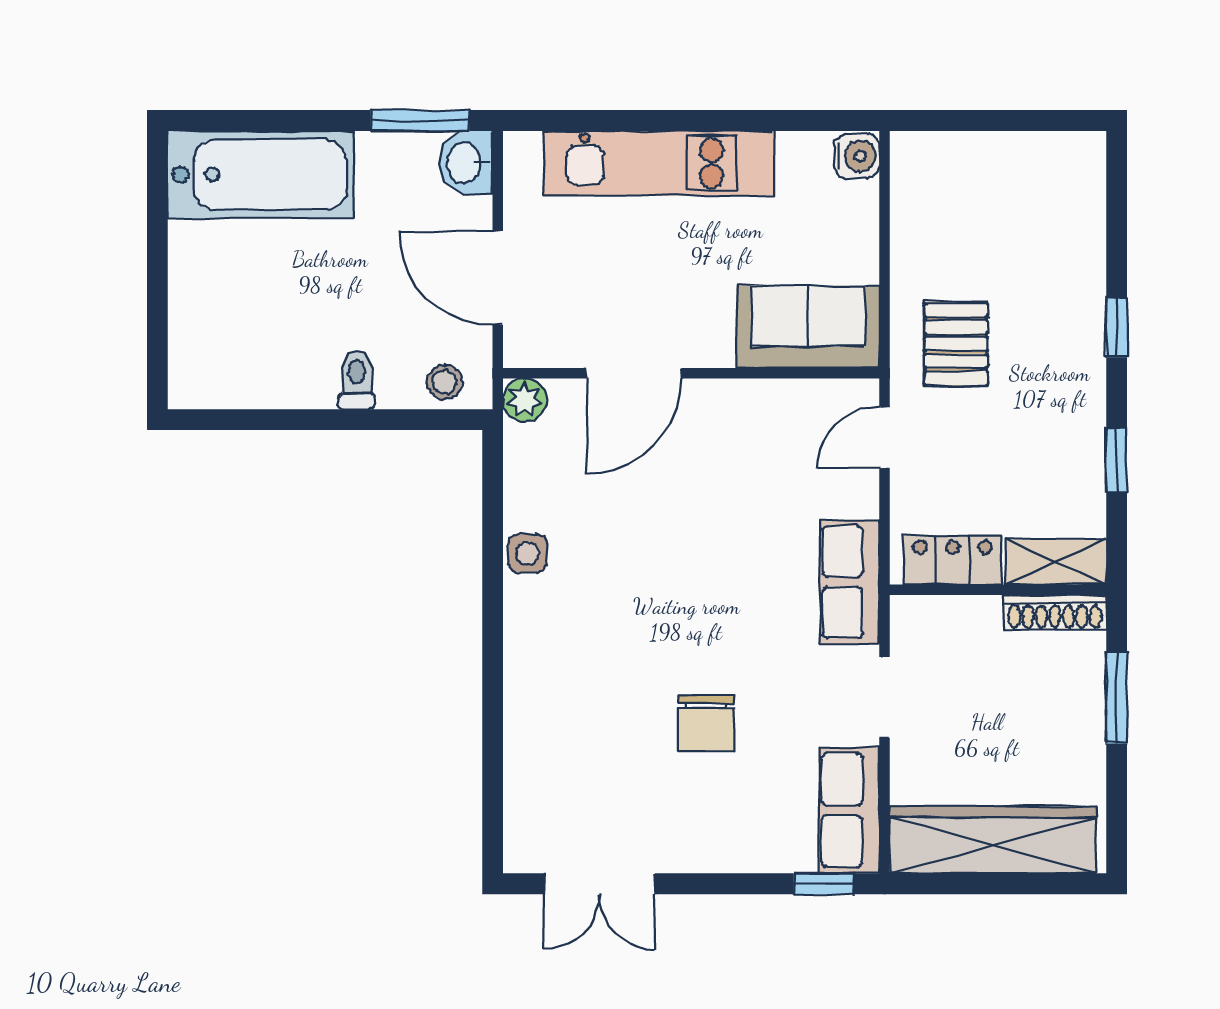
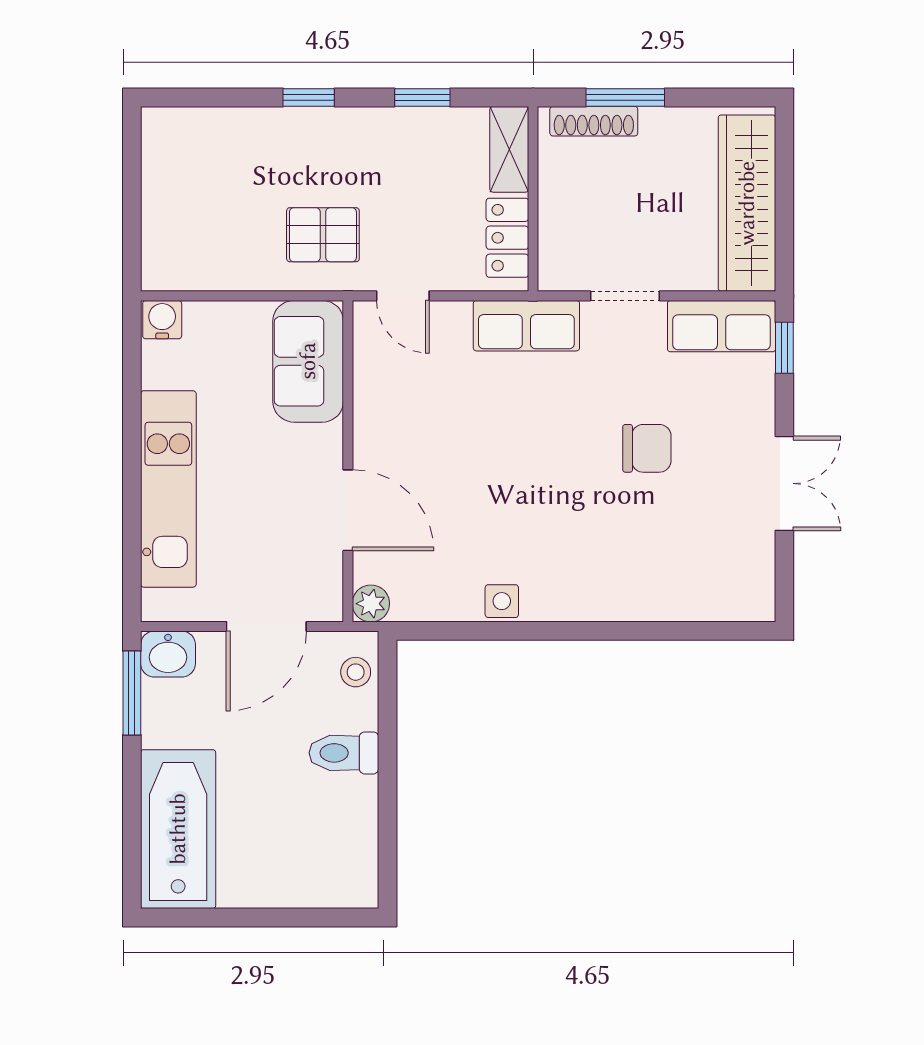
toilet: (357, 380) -> (344, 753), width x1.37, depth x1.39
shoe rack: (1055, 612) -> (594, 121), moved, turned 90
double door: (599, 884) -> (784, 483), moved

